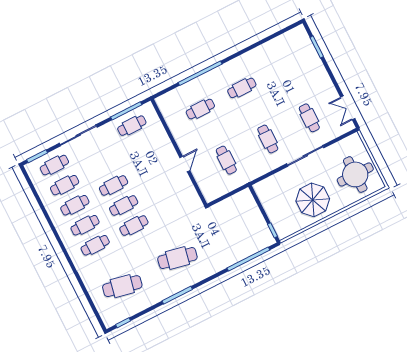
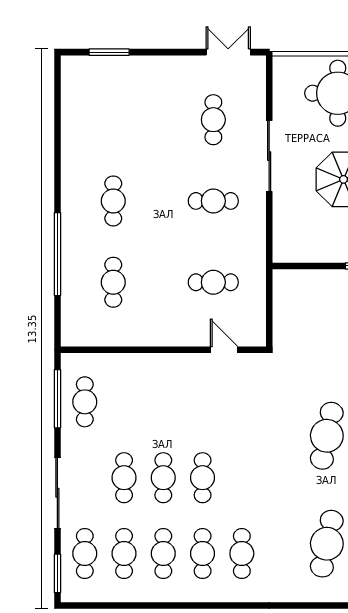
double door: (348, 108) -> (228, 52), swing flipped
cafe table: (309, 118) -> (213, 120), turned 90
door: (185, 164) -> (224, 350), moved
cafe table: (134, 226) -> (124, 478), moved

